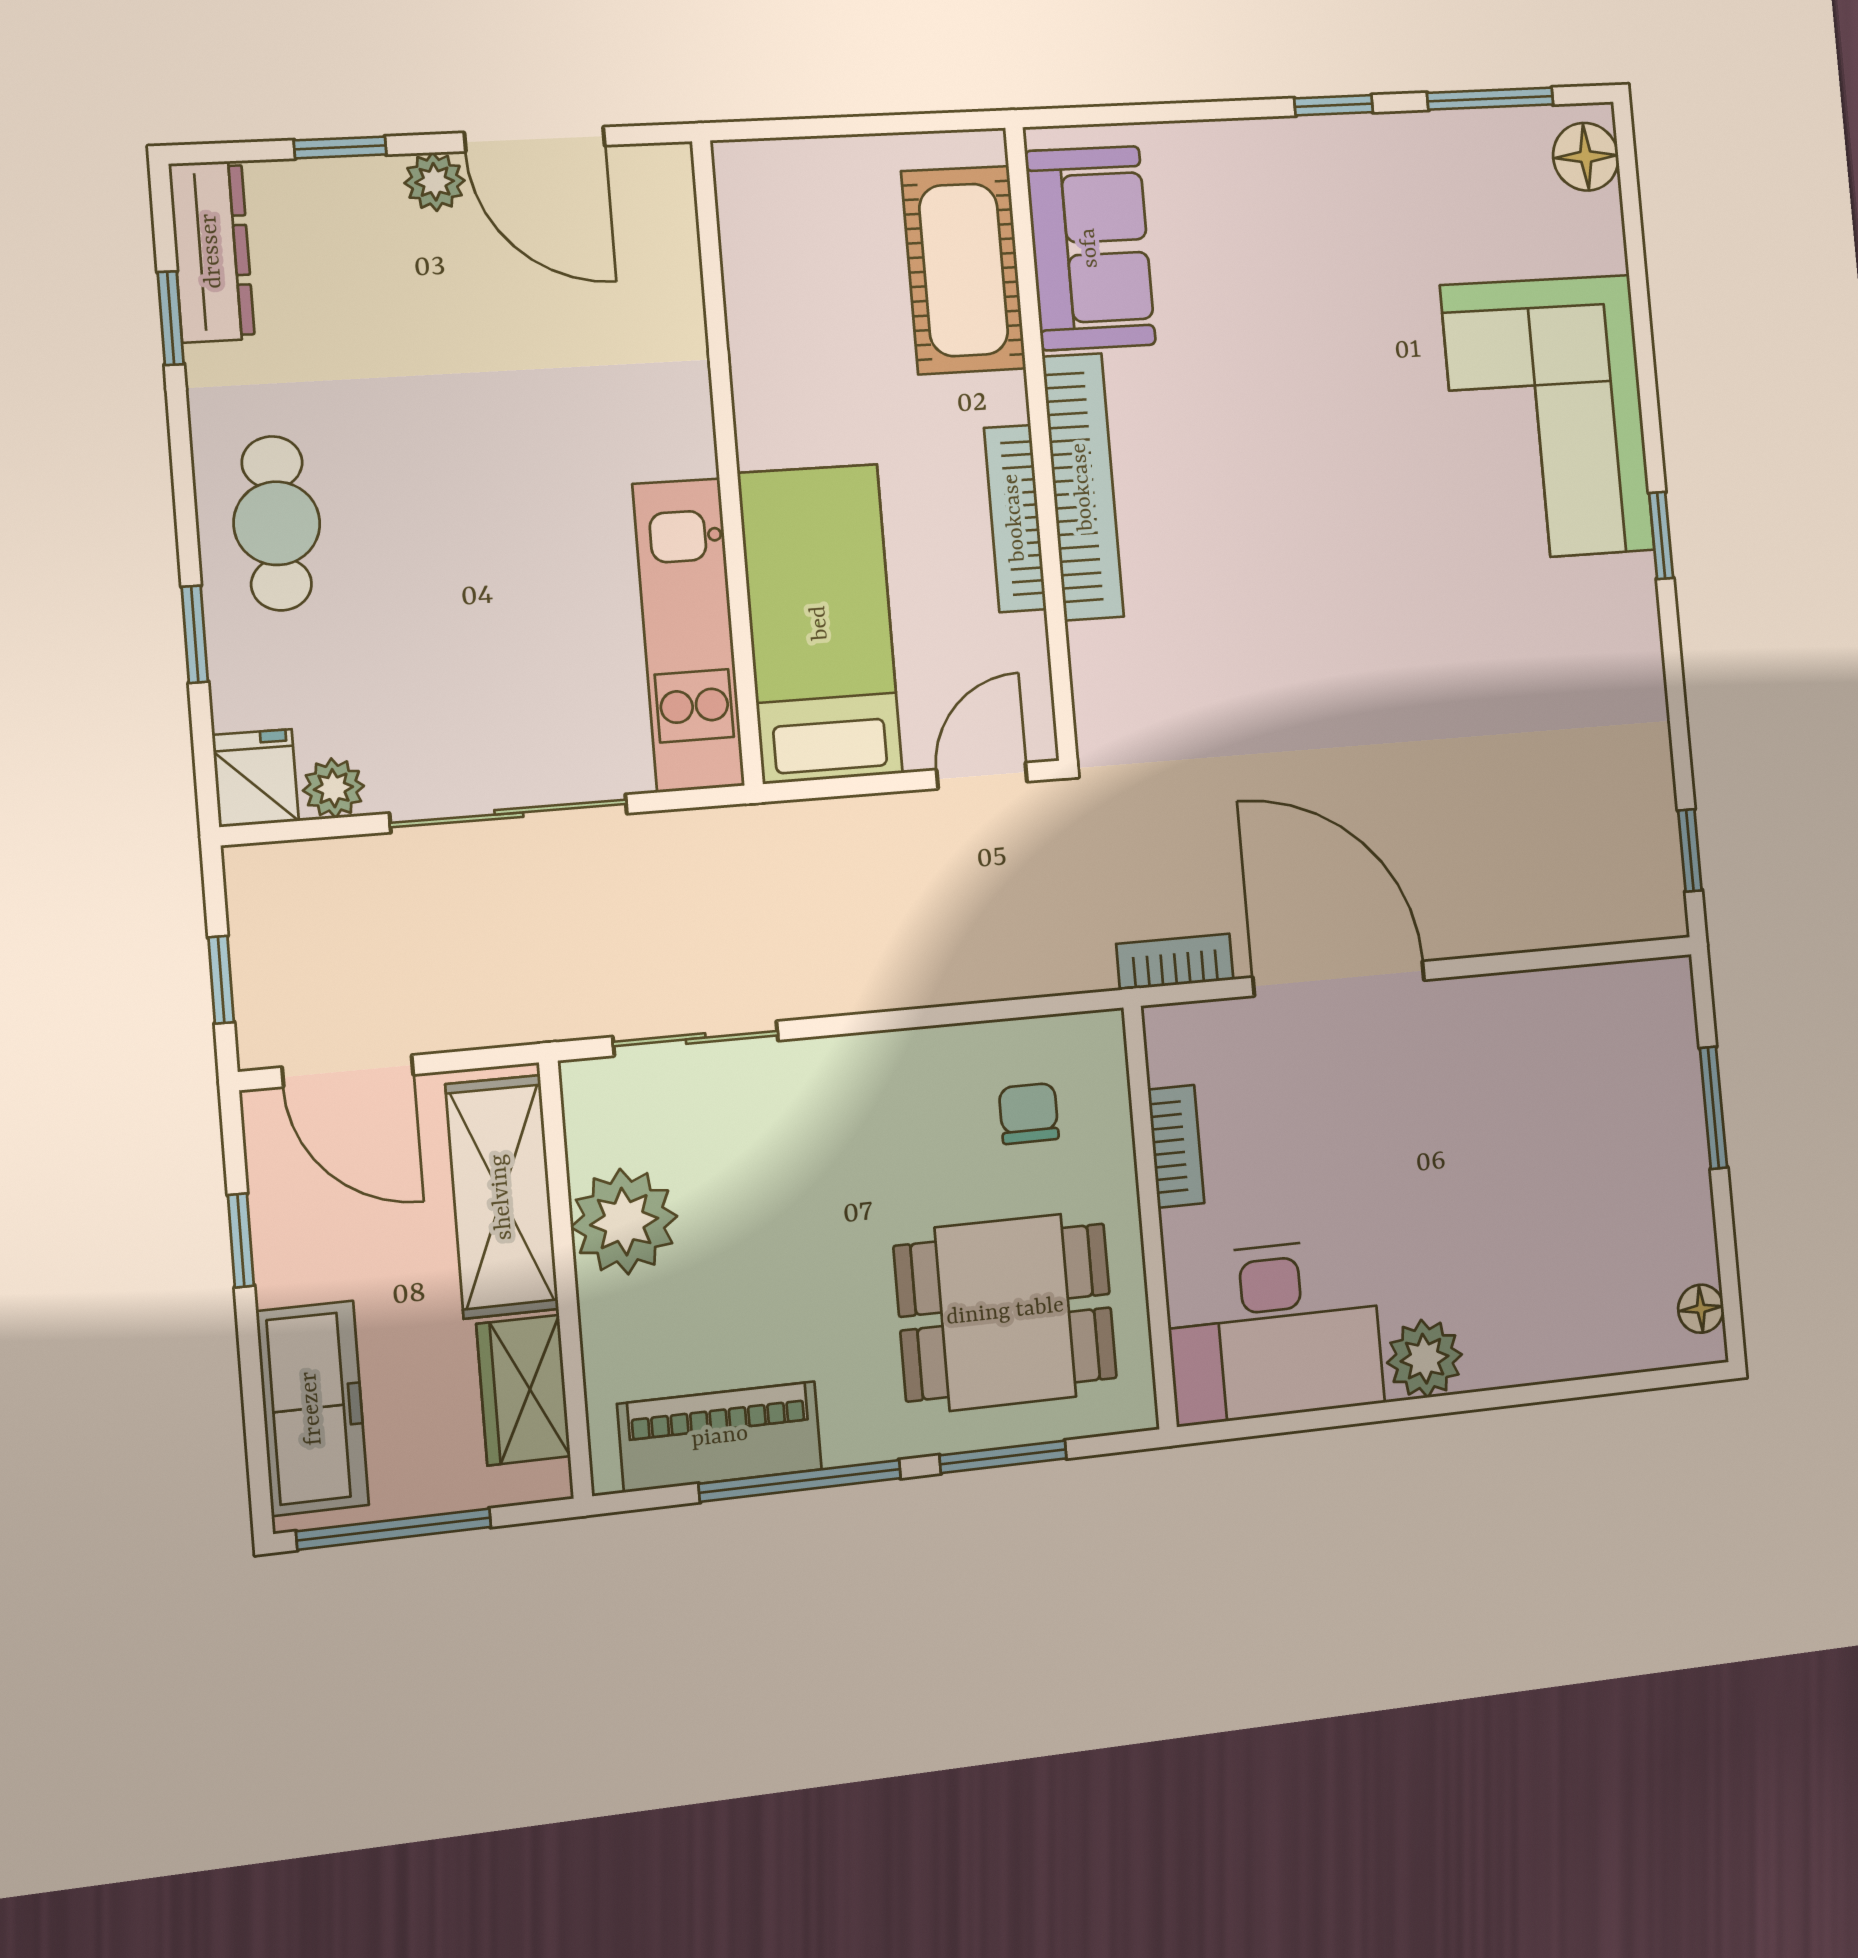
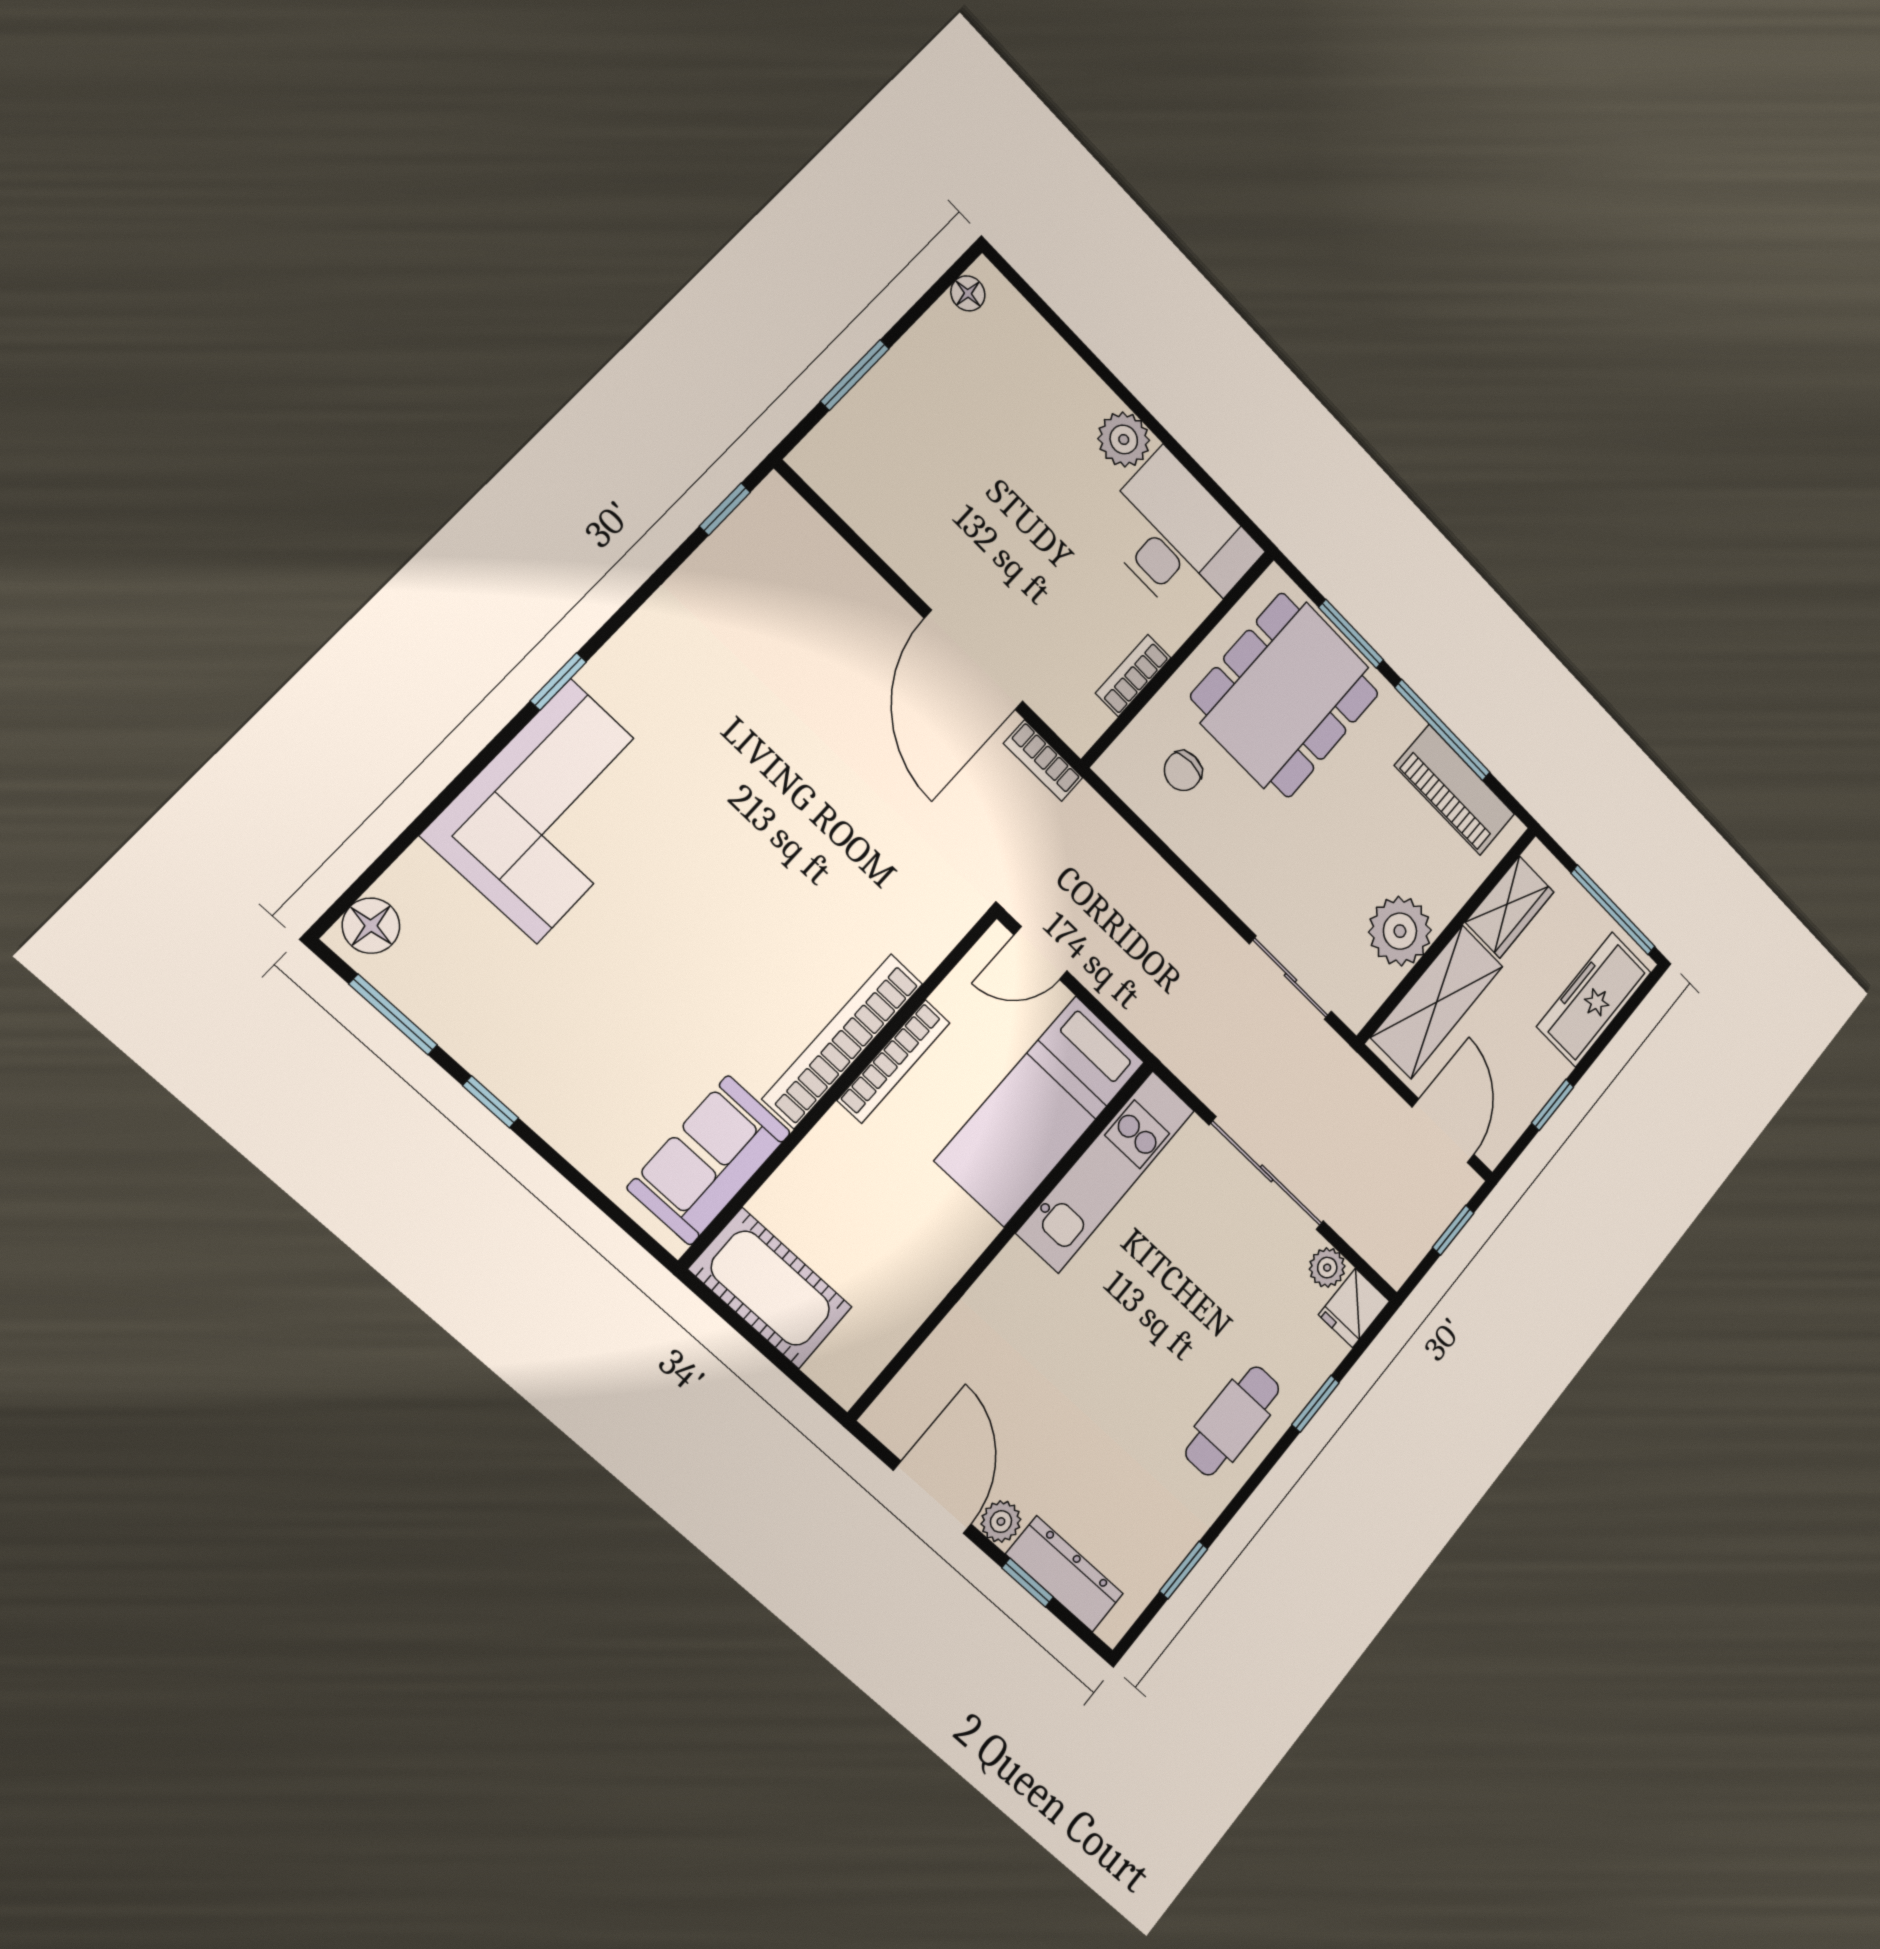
dresser: (212, 251) -> (1065, 1574), moved, turned 90
cot: (964, 270) -> (771, 1288), moved, turned 90
dining table: (1005, 1312) -> (1285, 695), width x1.37

